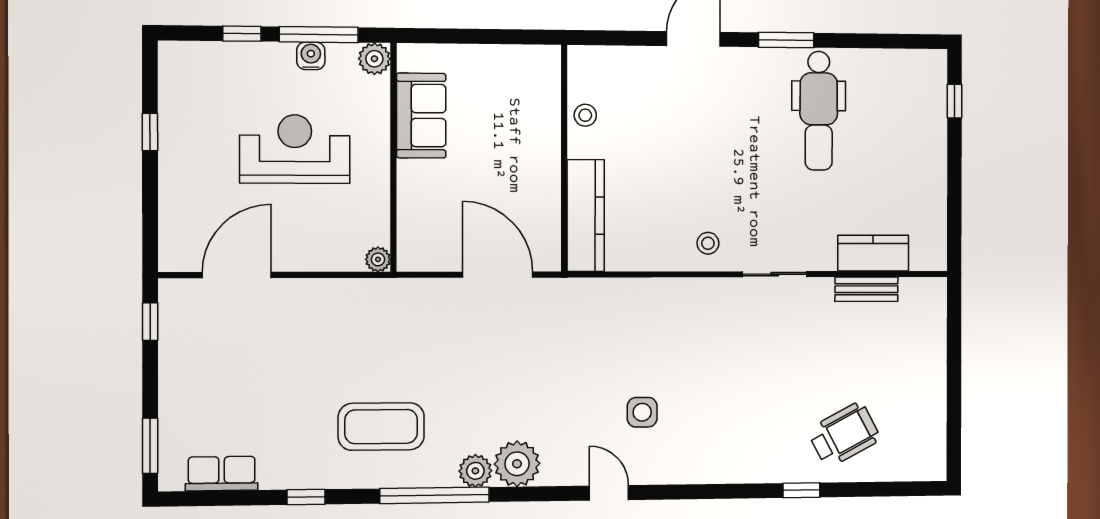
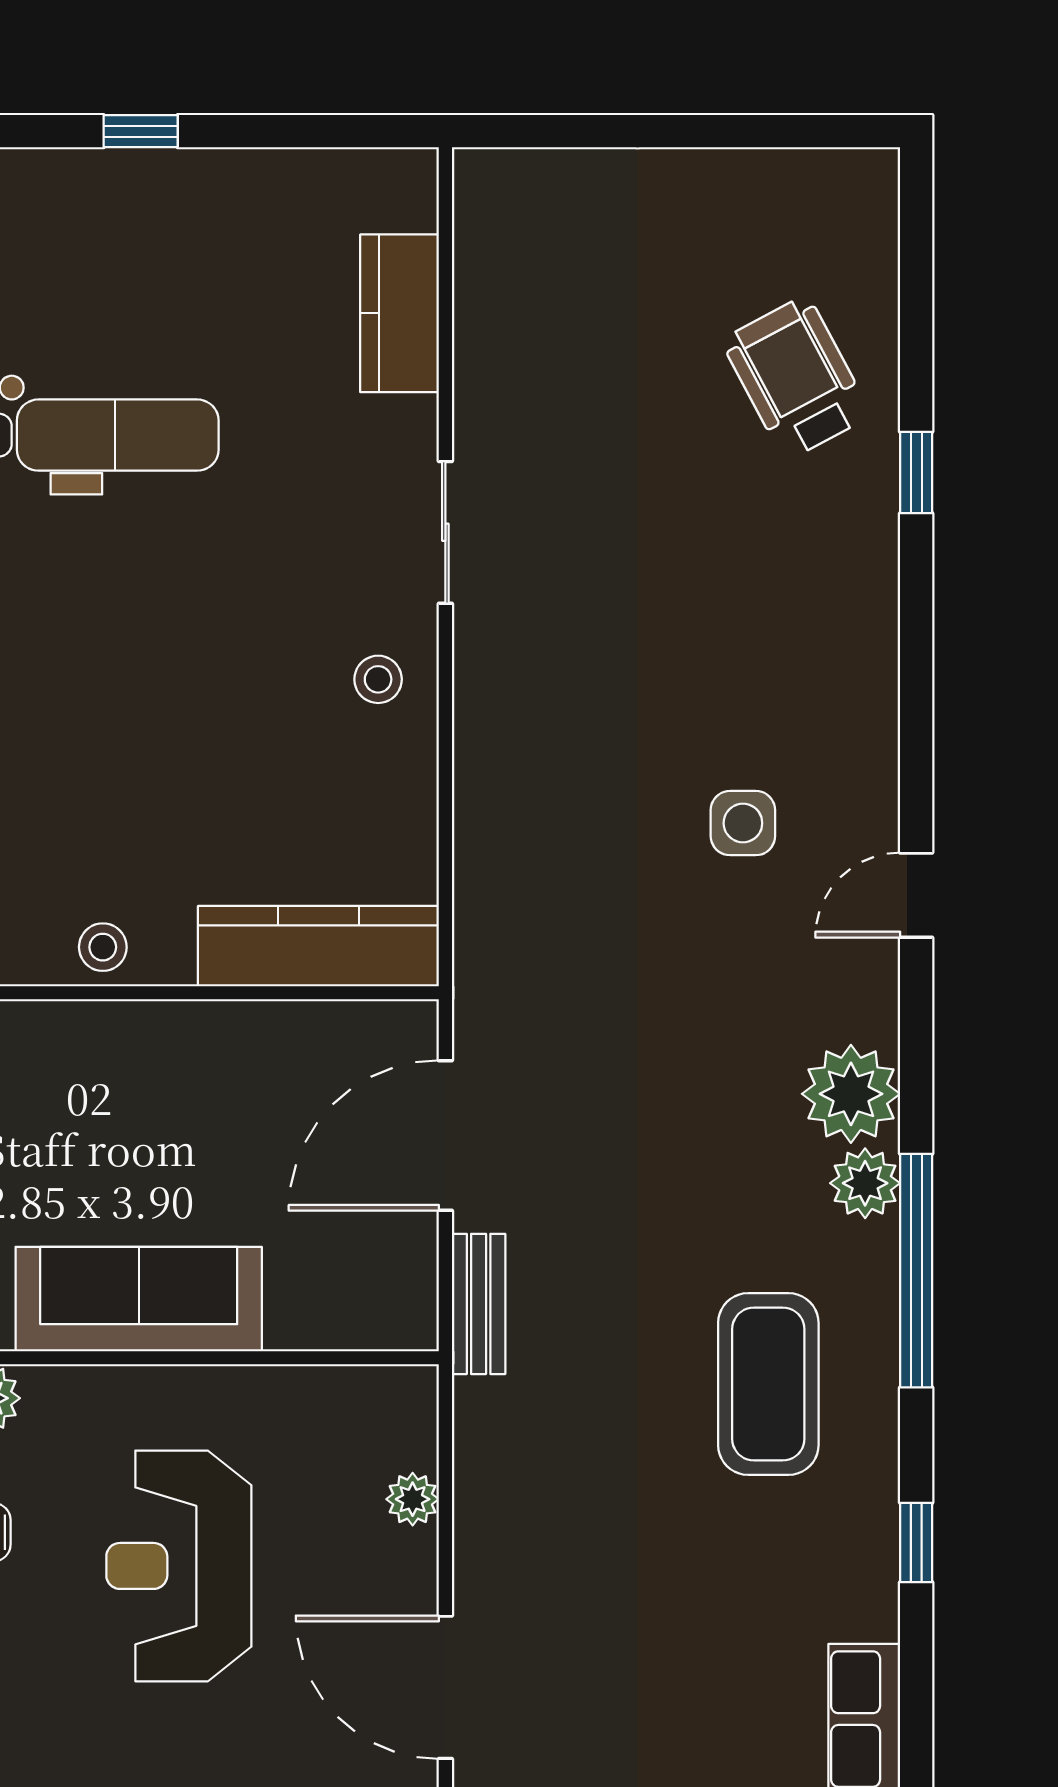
window: (954, 101) -> (141, 131), moved
sofa: (421, 116) -> (139, 1299), width x1.36
plant: (378, 259) -> (413, 1499), moved
bench: (866, 289) -> (479, 1304), moved

